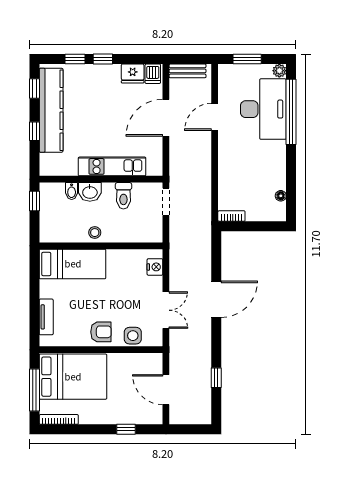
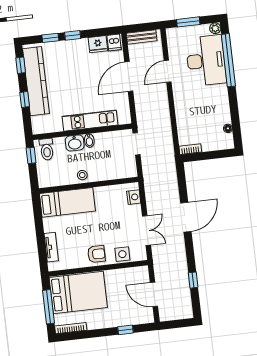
bidet: (72, 191) -> (89, 141), moved
toilet: (123, 196) -> (47, 149), moved

